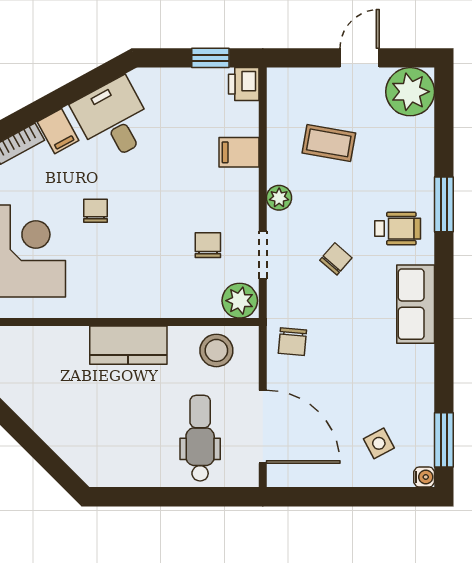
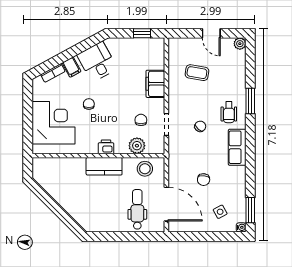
door: (360, 58) -> (211, 33), swing flipped
printer: (244, 84) -> (106, 147), moved, turned 90
plant: (410, 92) -> (240, 44), width x0.53, depth x0.53
filing cabinet: (239, 152) -> (155, 84), width x2.00
plant: (279, 198) -> (174, 98), removed
wheelchair: (398, 229) -> (229, 112), turned 90
plant: (240, 301) -> (137, 146), moved
chair: (292, 342) -> (204, 180), moved

